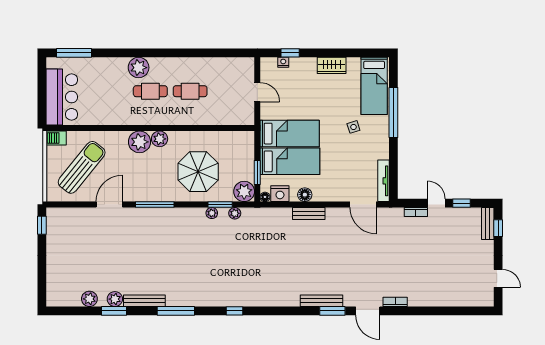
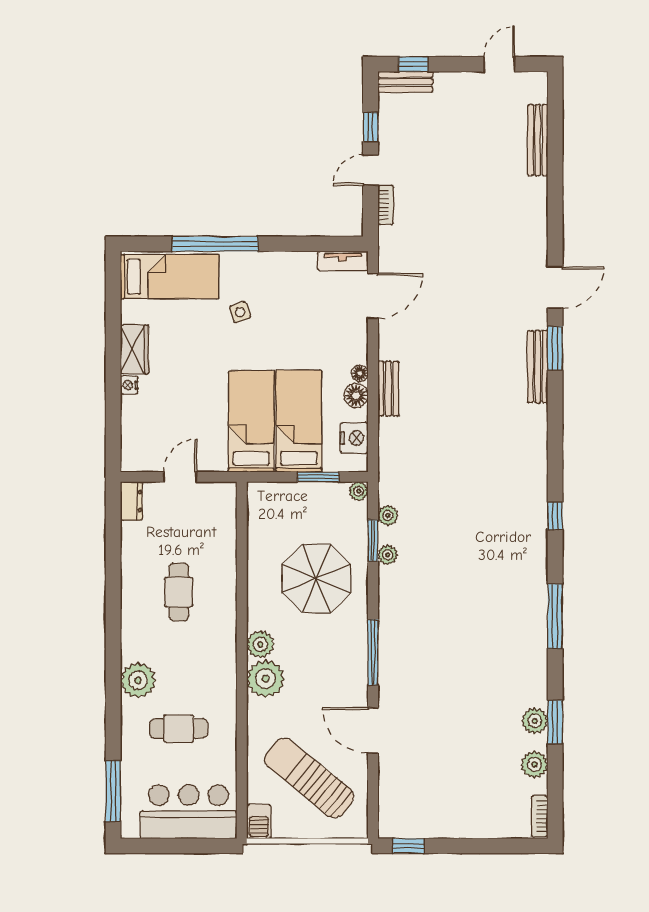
window: (290, 53) -> (113, 421), removed
nightstand: (283, 62) -> (129, 385), moved
dresser: (243, 64) -> (131, 501), added
cafe table: (150, 91) -> (179, 728), moved, turned 90
tv unit: (383, 181) -> (343, 261), width x0.71
plant: (244, 191) -> (359, 491), width x0.53, depth x0.53
floor lamp: (265, 197) -> (360, 373), moved
bench: (144, 301) -> (538, 140), moved
bookcase: (395, 302) -> (540, 816), moved

